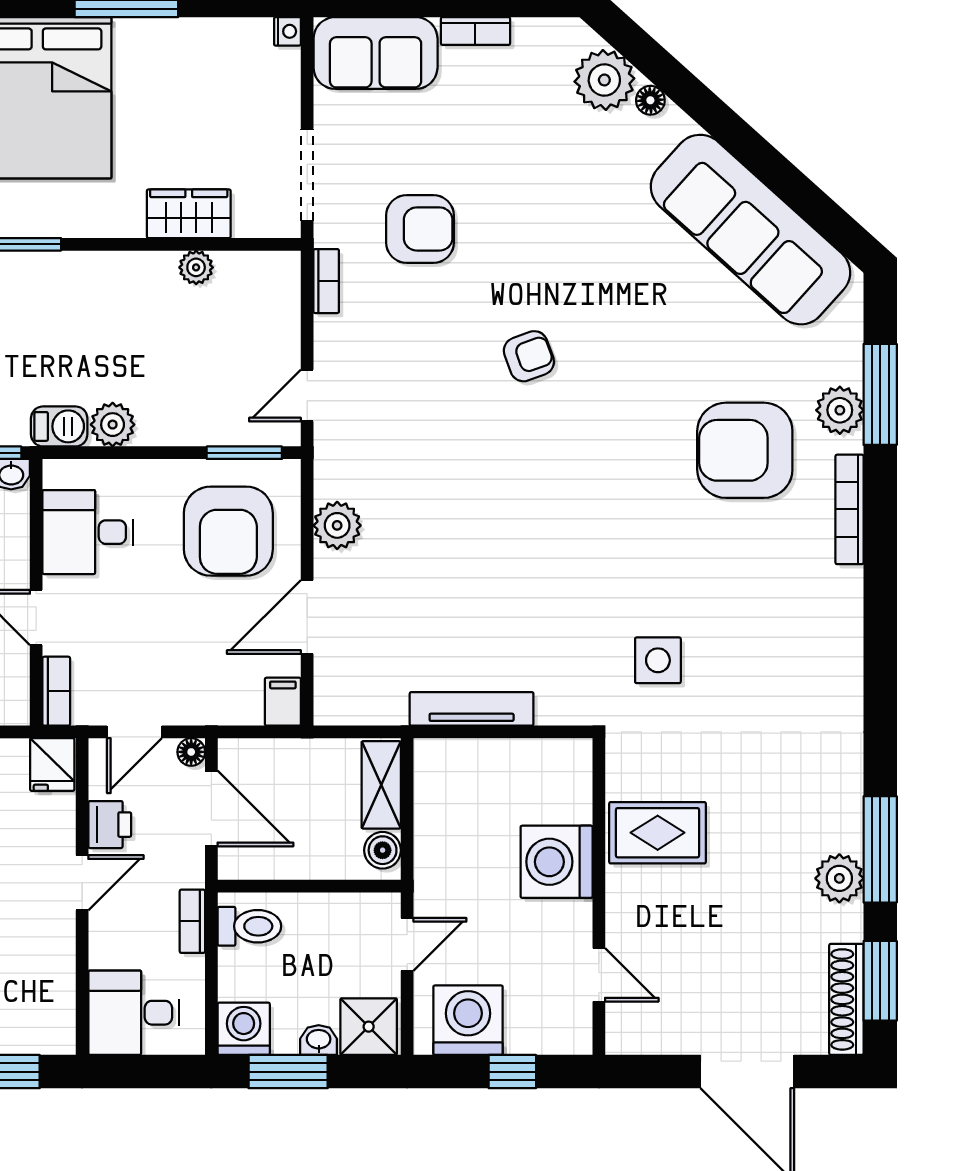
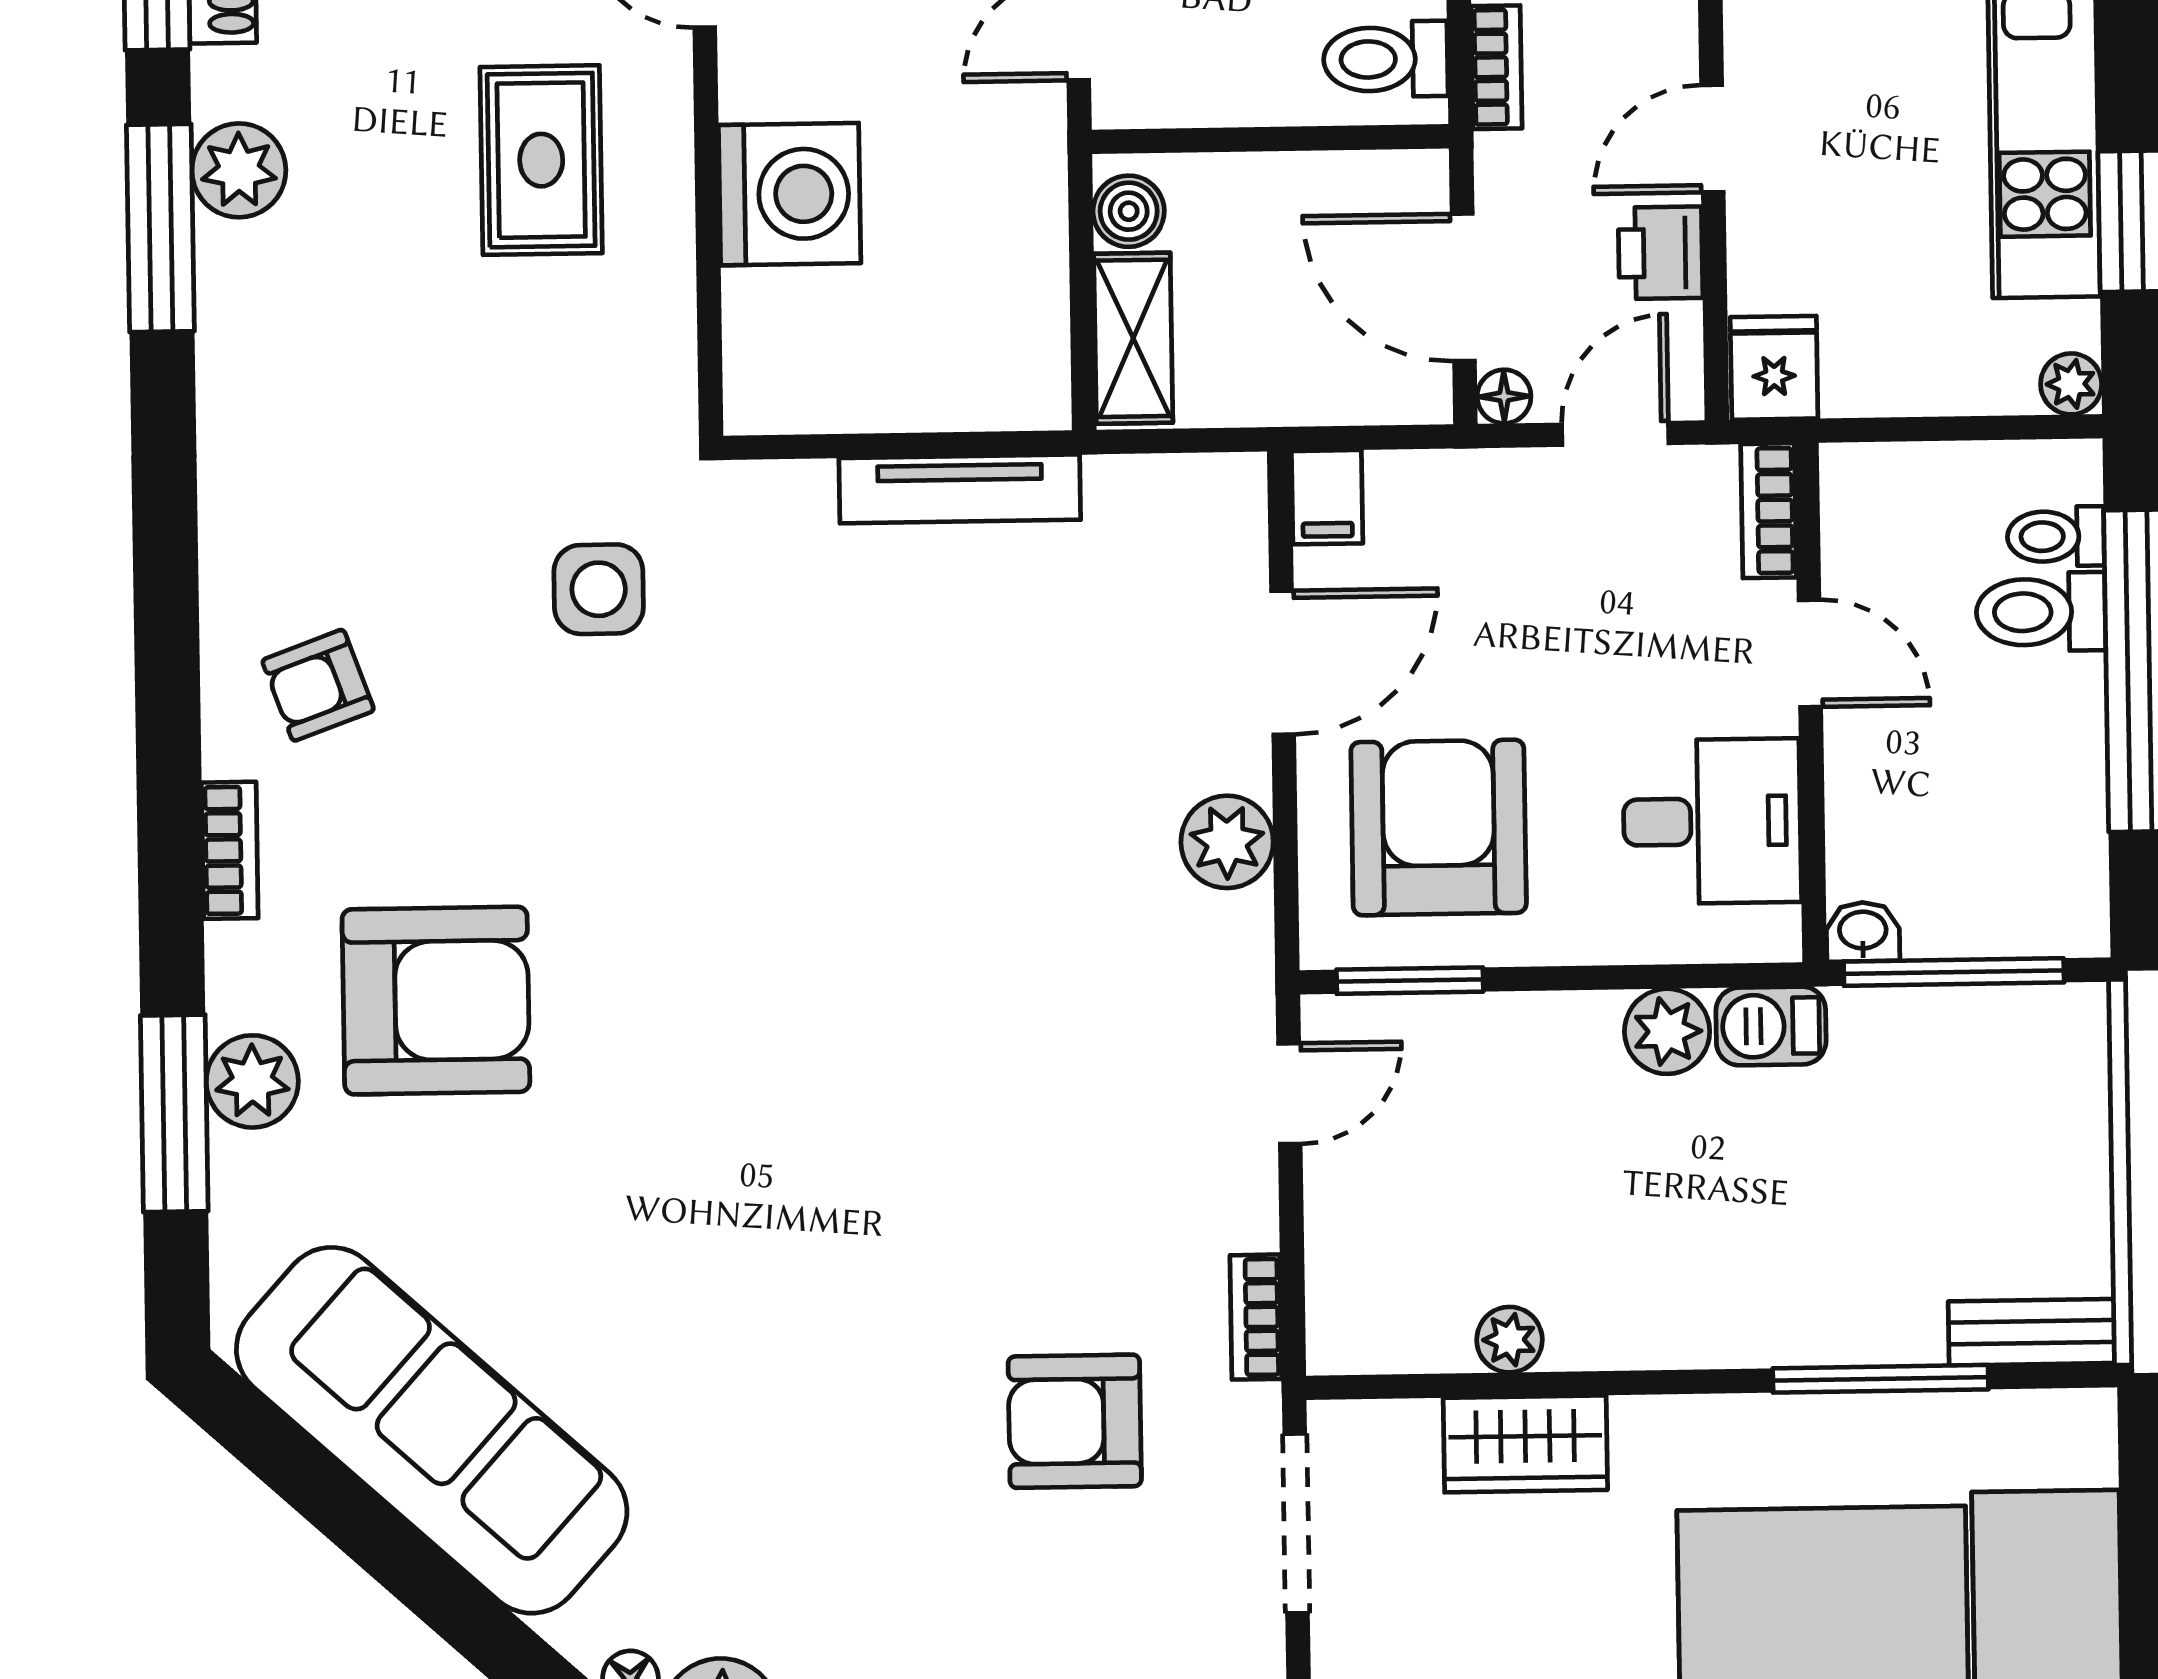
armchair: (529, 356) -> (318, 685), moved
bookcase: (849, 509) -> (230, 850), width x0.64
rug: (658, 833) -> (541, 160), moved, turned 90

